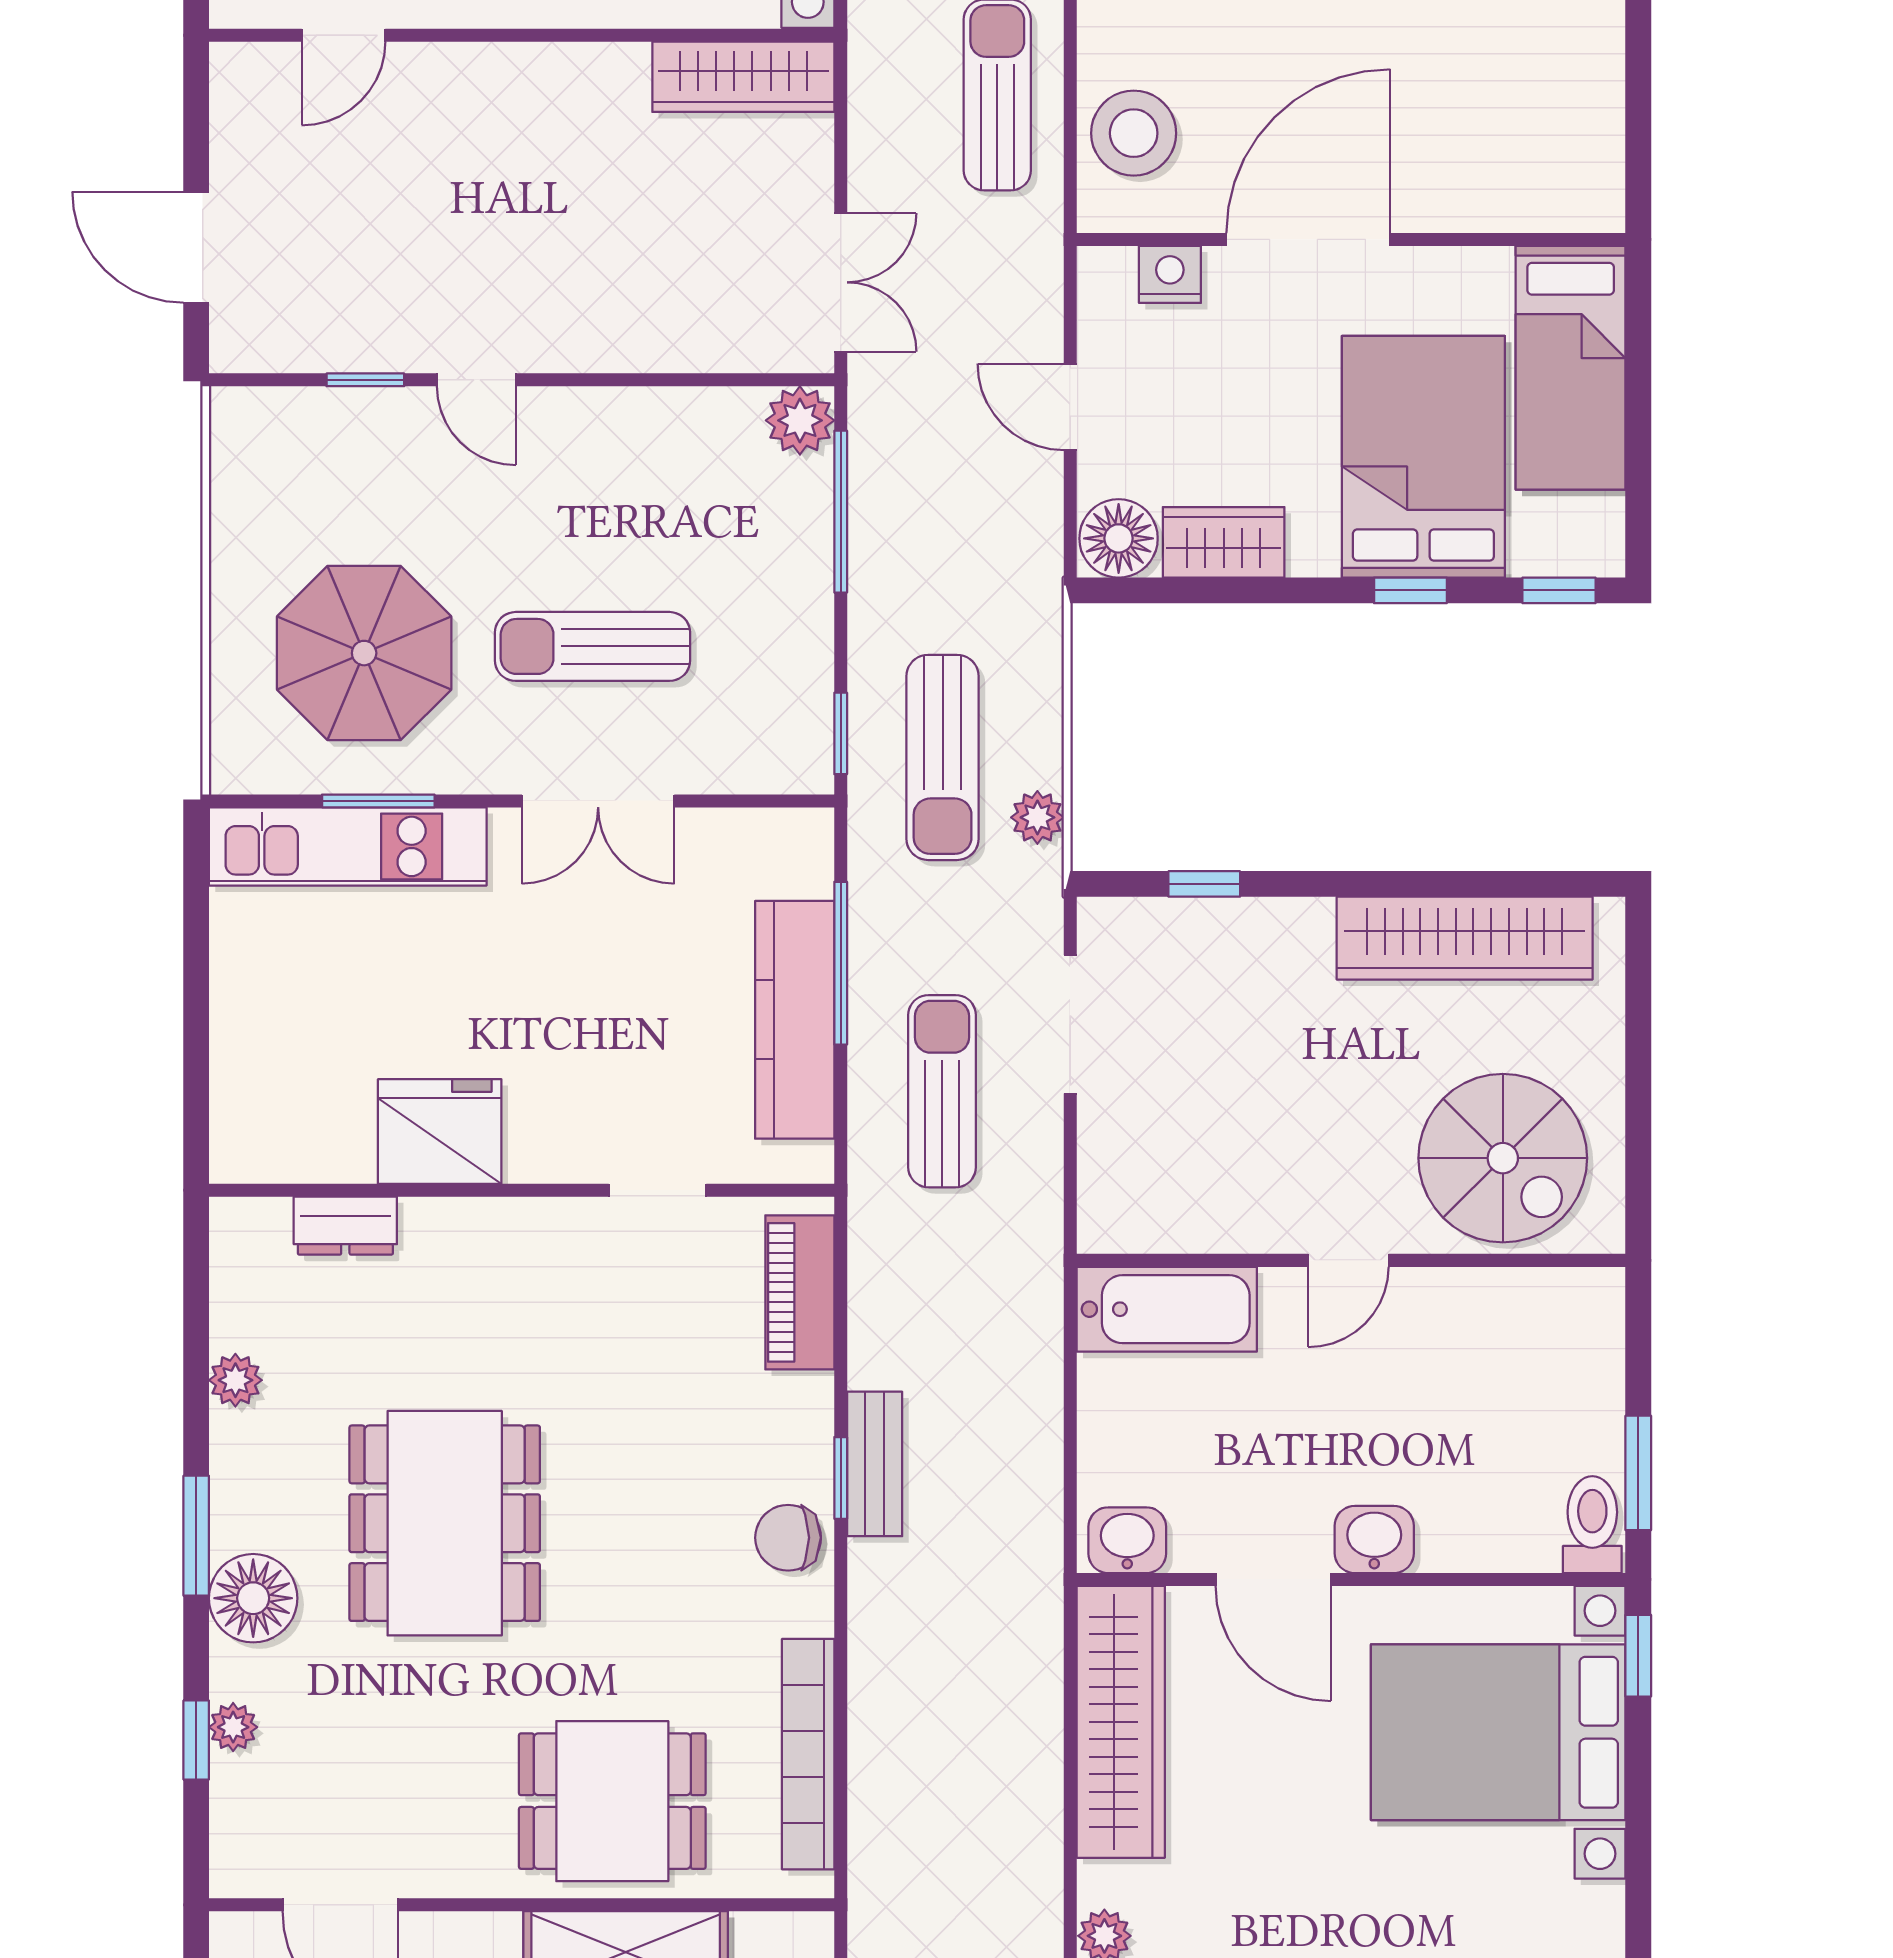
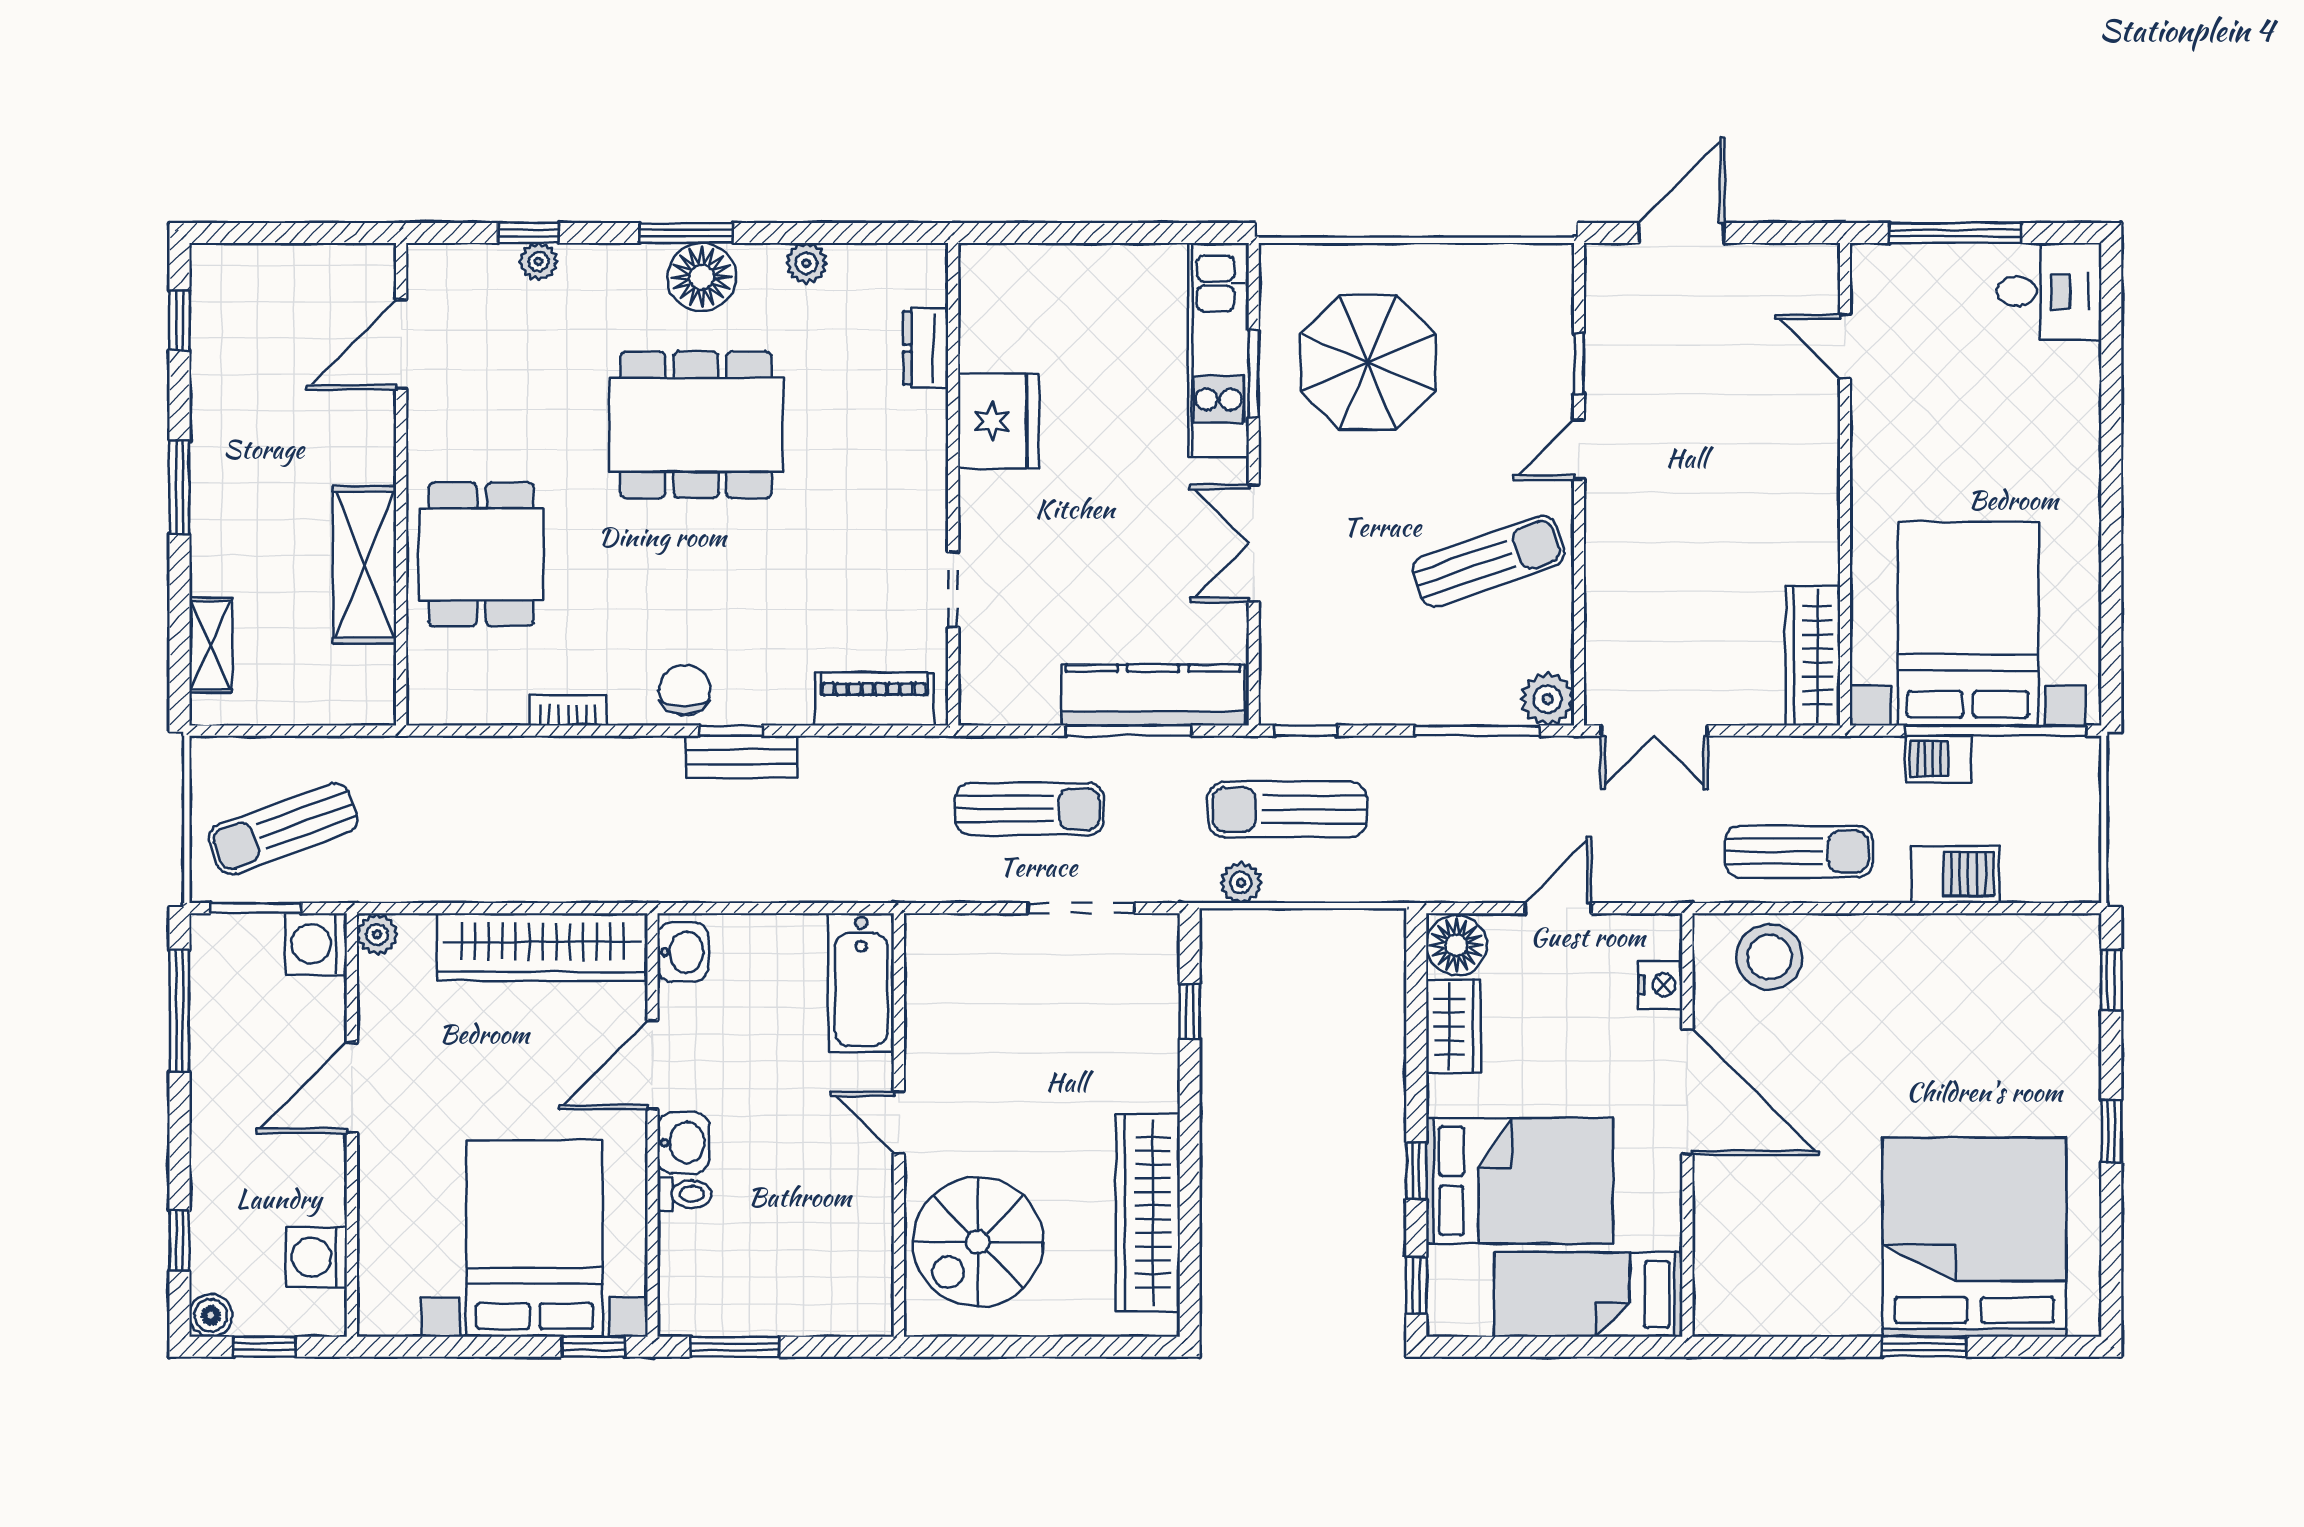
sun lounger: (593, 646) -> (1489, 561), moved, turned 71
kitchen counter: (795, 1020) -> (1153, 695), moved
toilet: (1592, 1525) -> (684, 1194), moved, width x0.73, depth x0.72
floor lamp: (253, 1598) -> (702, 277), moved
bookcase: (808, 1754) -> (568, 710), width x0.43, depth x0.76

